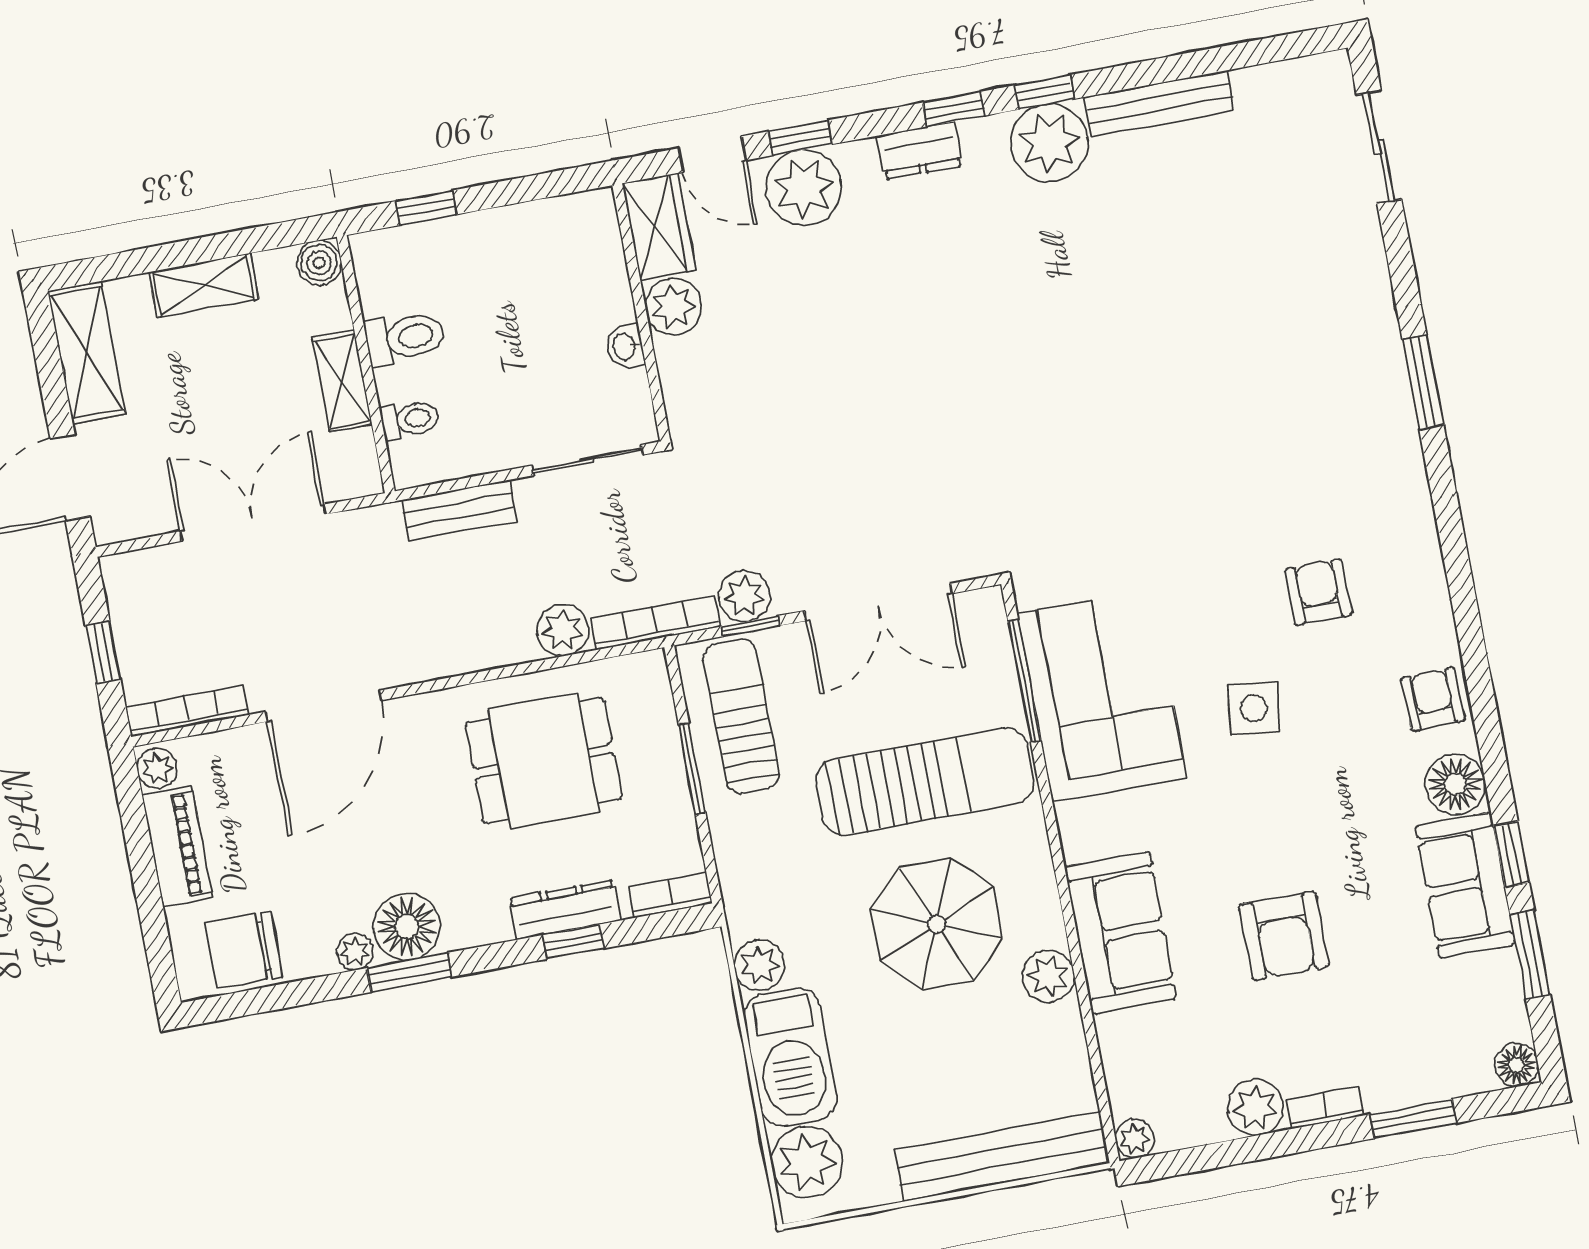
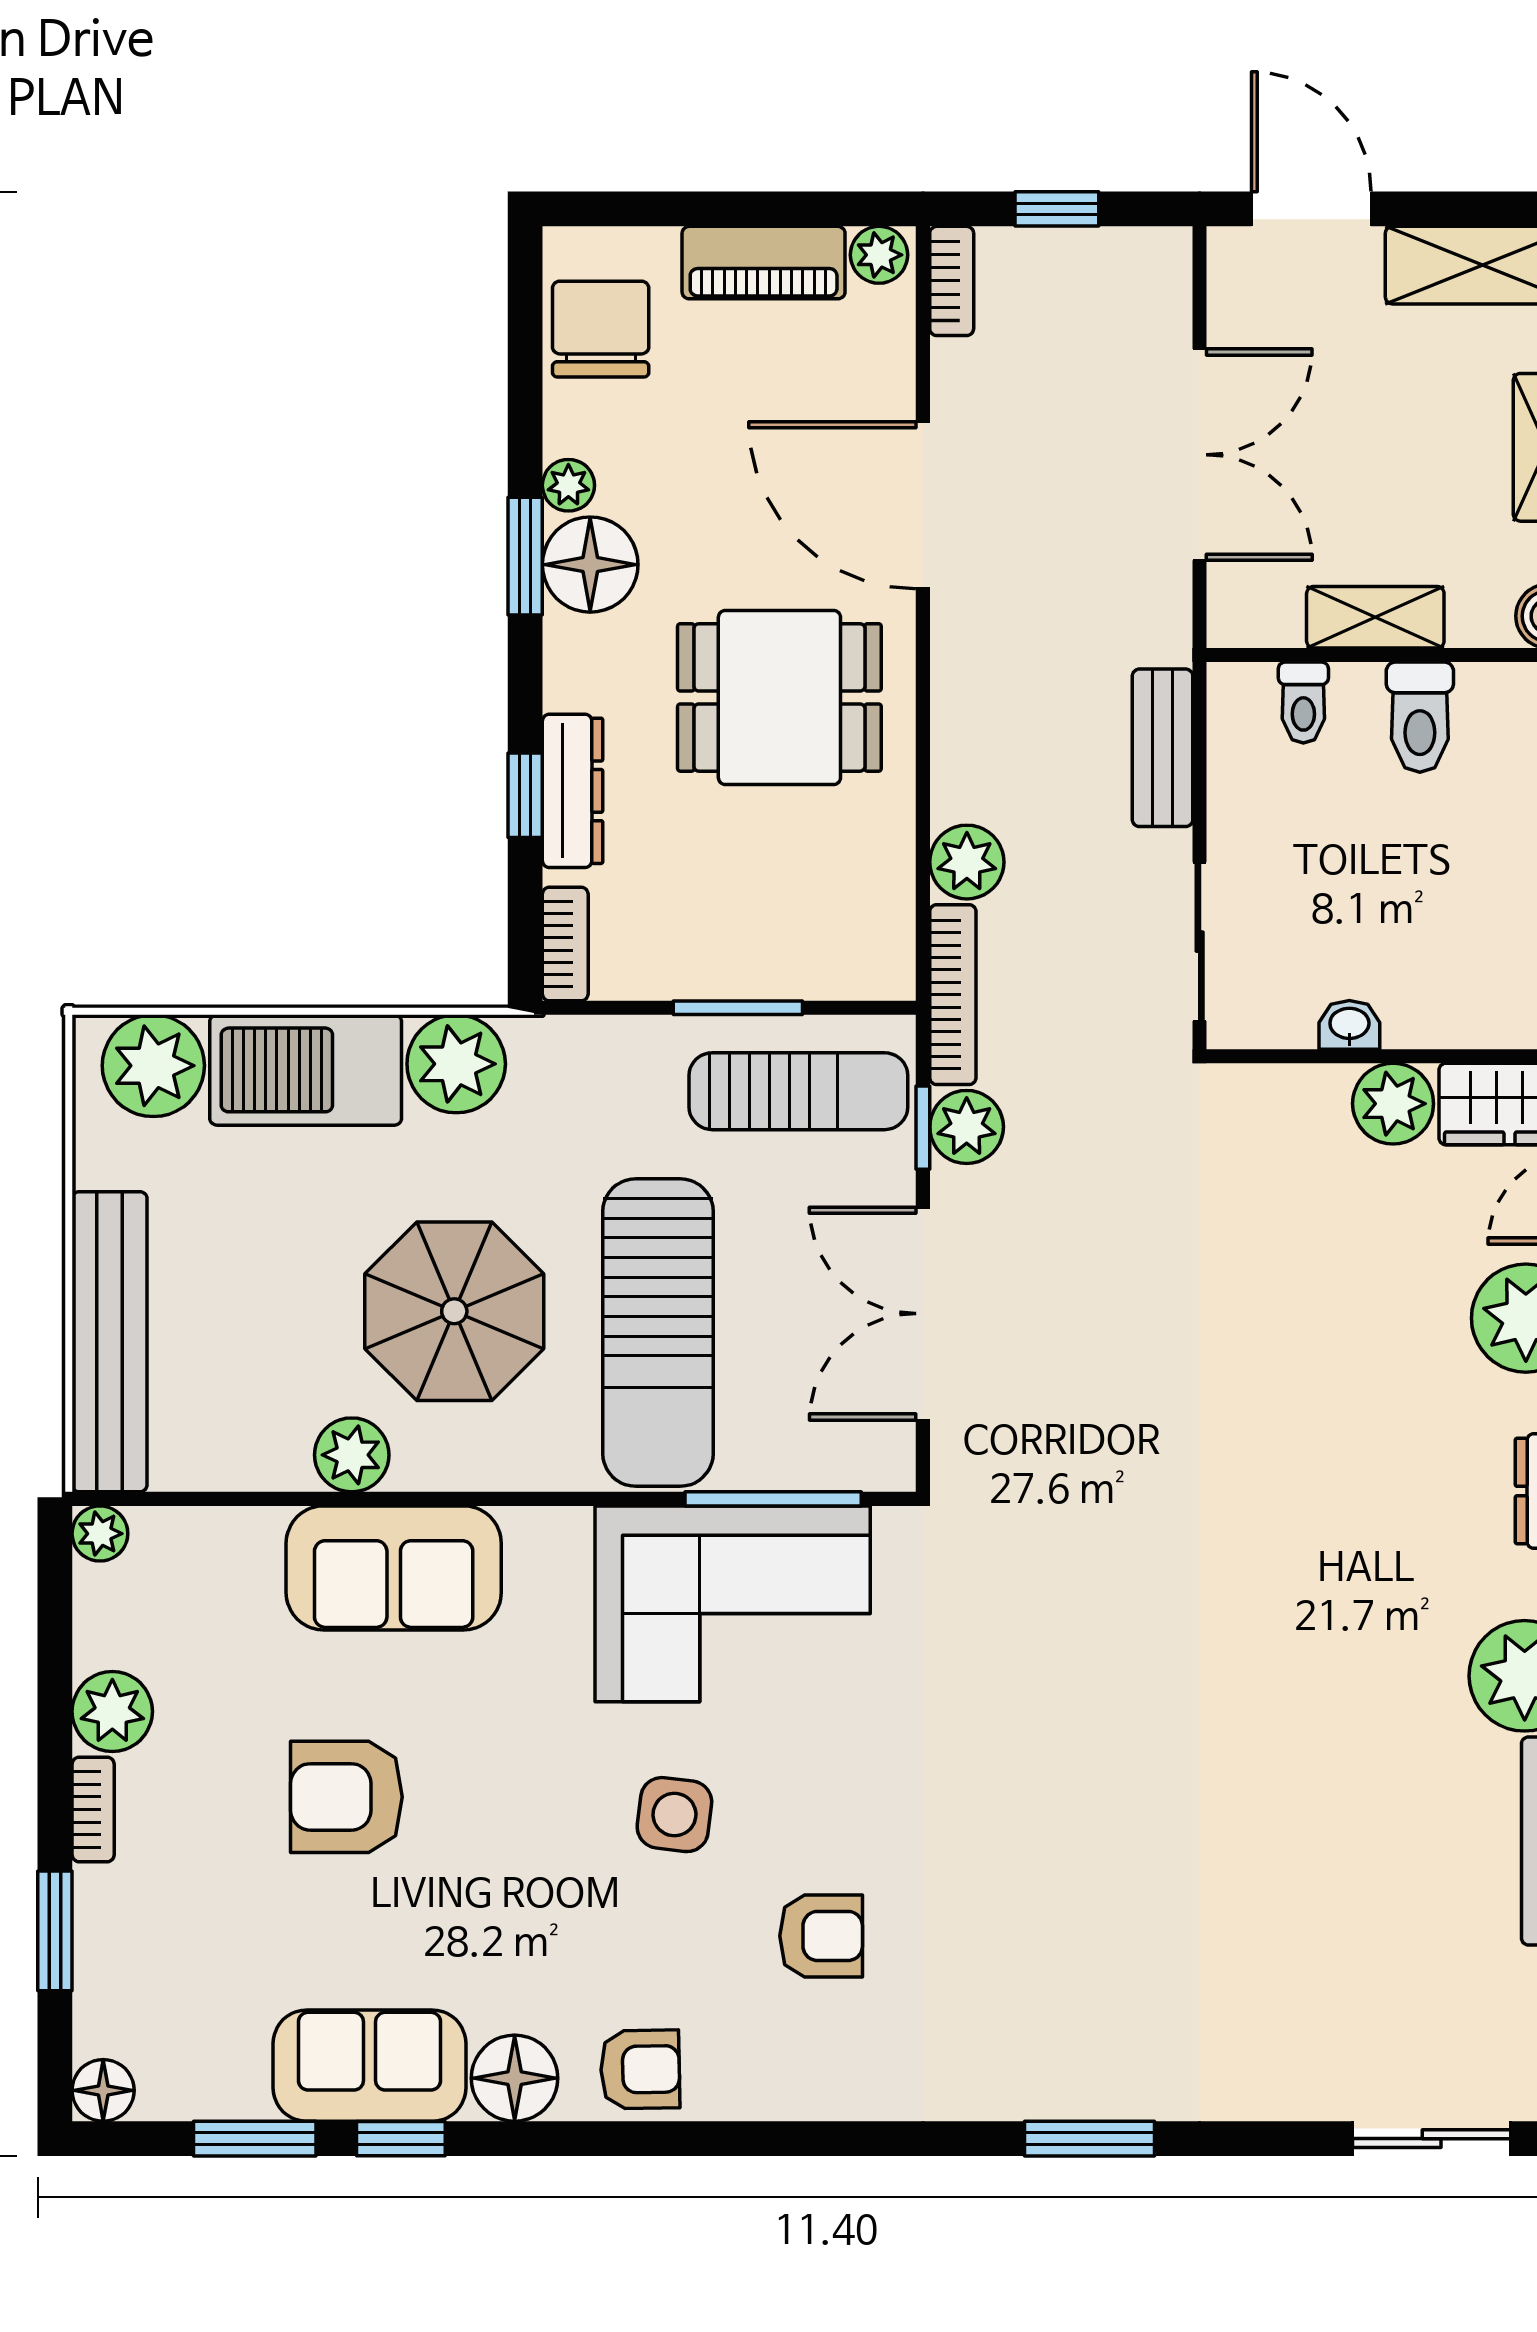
bookcase: (187, 711) -> (952, 281), width x0.64
dining table: (544, 761) -> (779, 697), moved, turned 90
plant: (759, 965) -> (456, 1064), width x1.36, depth x1.36

